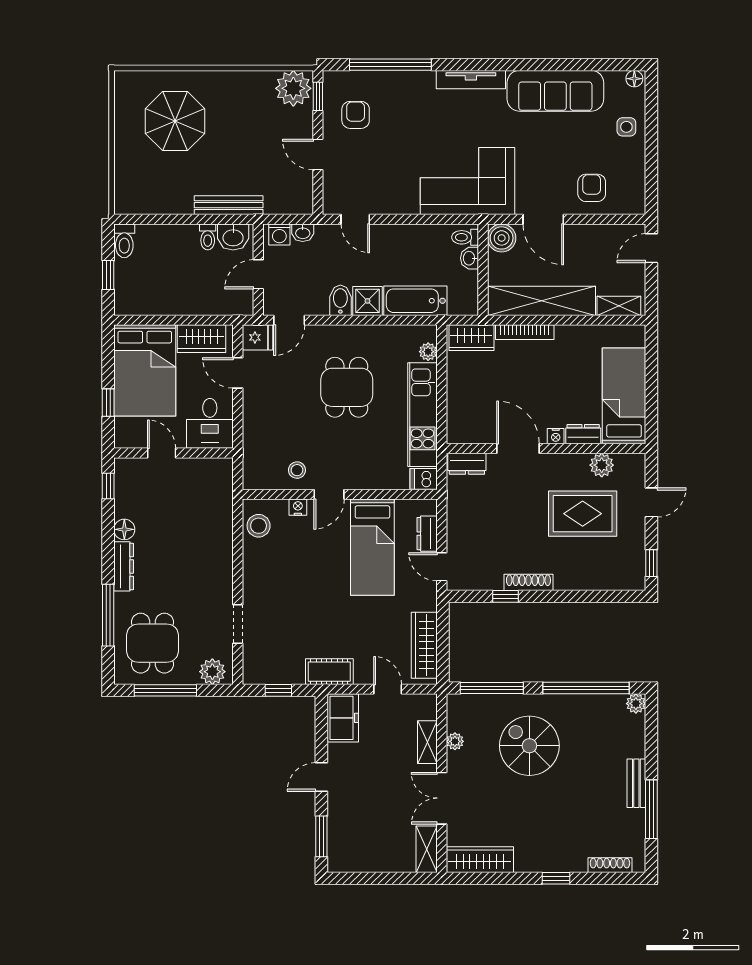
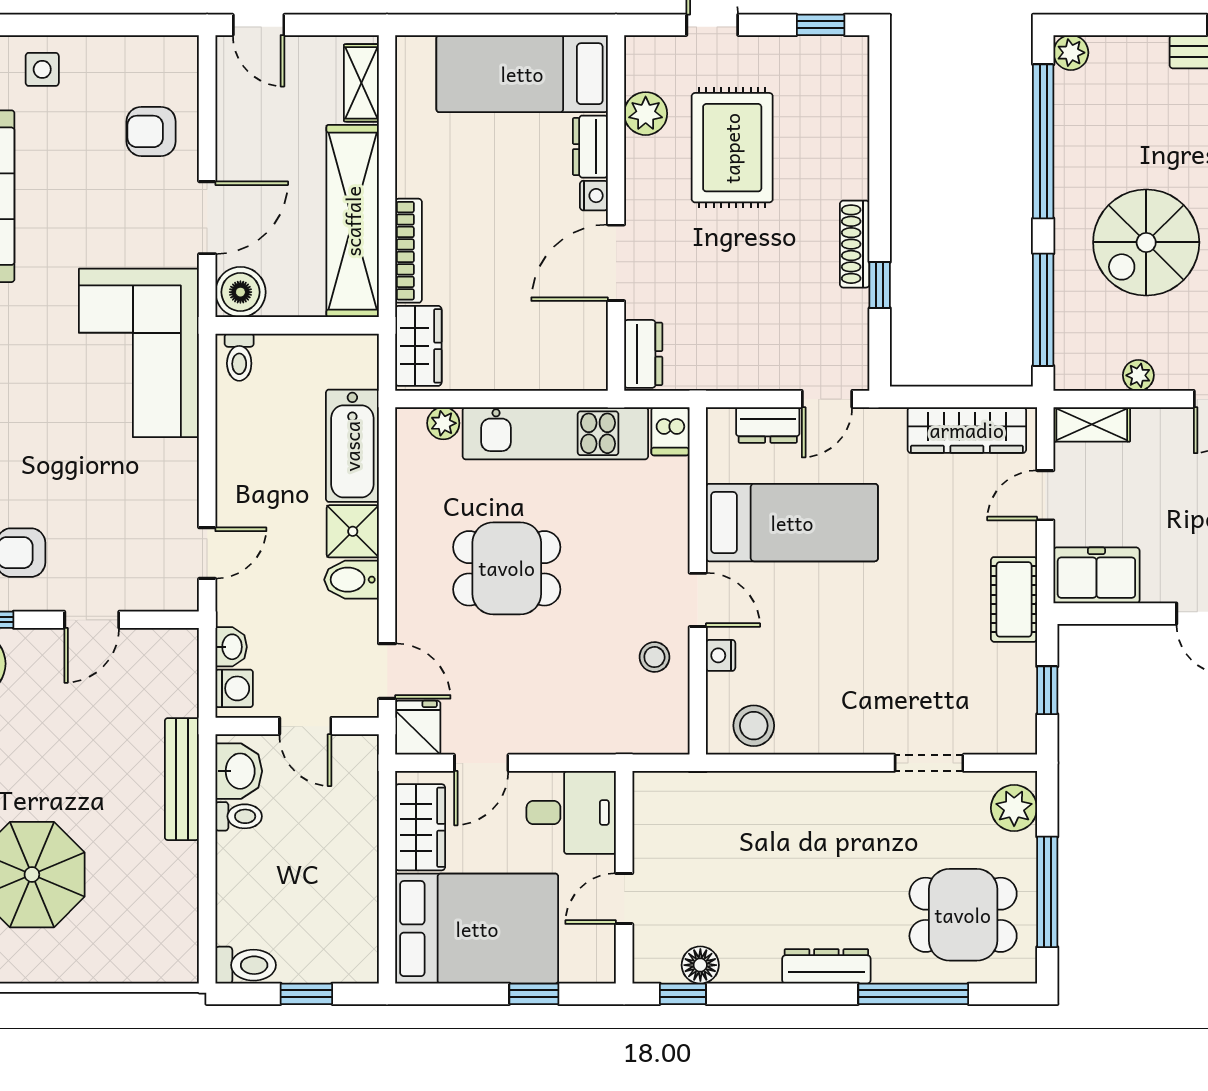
washbasin: (469, 258) -> (276, 349), removed
floor lamp: (124, 529) -> (700, 965), moved
shelving: (427, 742) -> (1092, 424), moved

